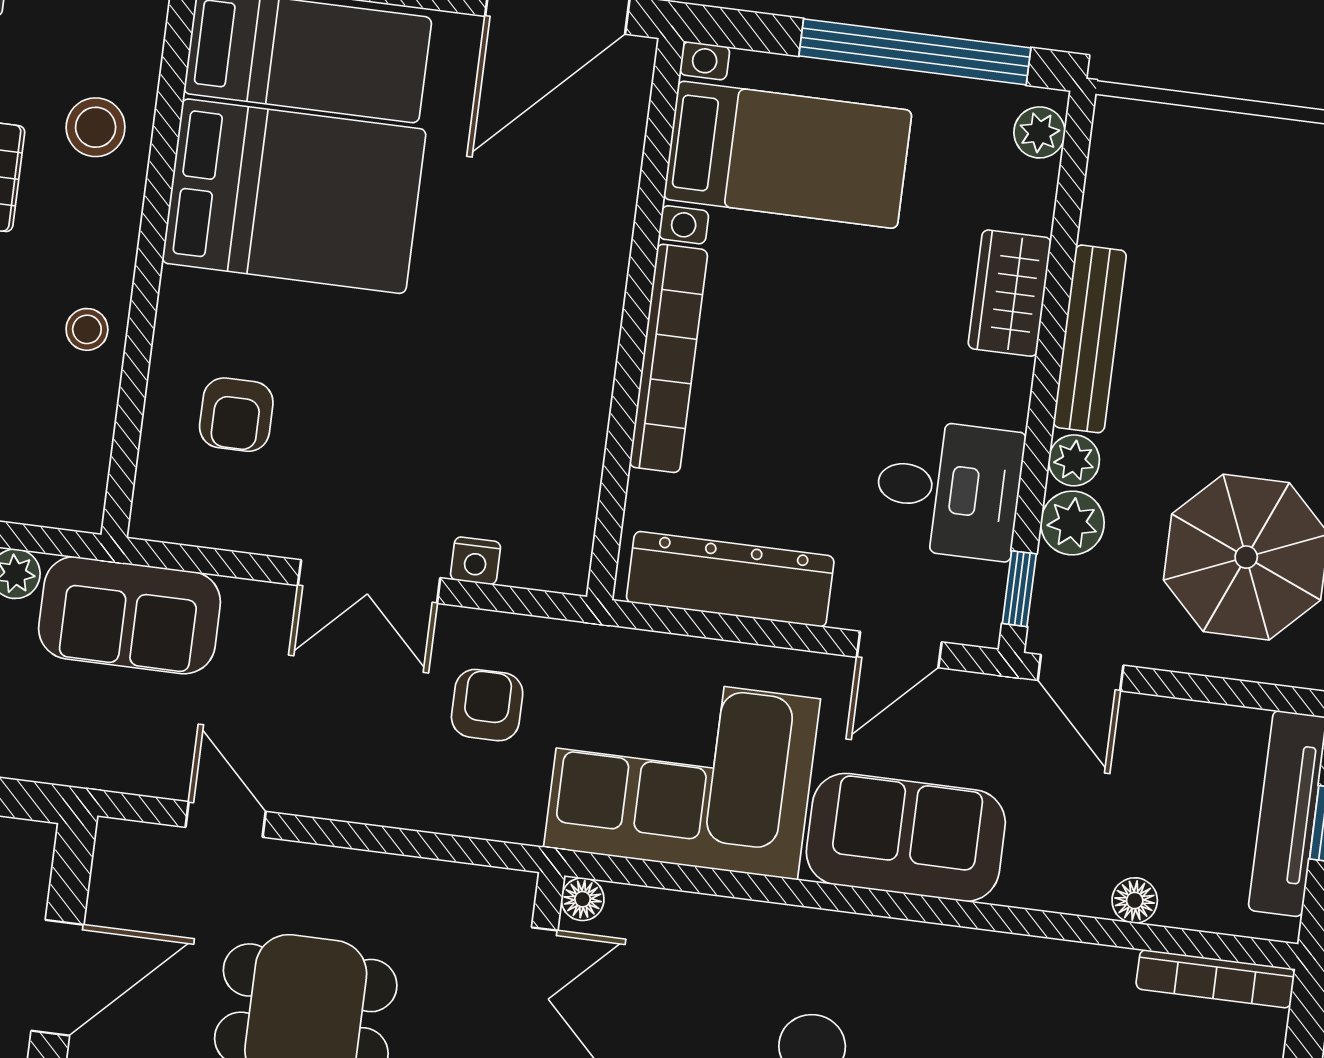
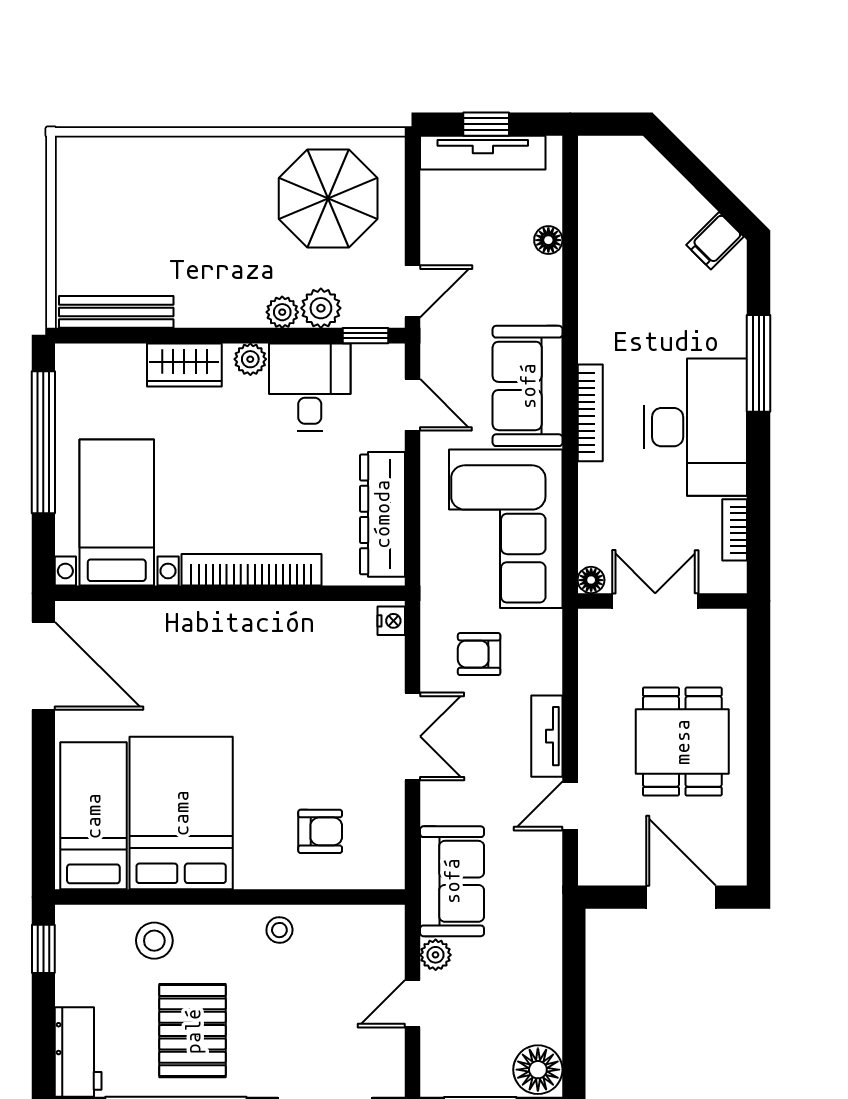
plant: (1040, 132) -> (250, 359), moved
bench: (1090, 339) -> (116, 312), moved
nightstand: (476, 561) -> (391, 621), moved
tv unit: (342, 797) -> (547, 736), added
bookcase: (1215, 979) -> (590, 413), moved

